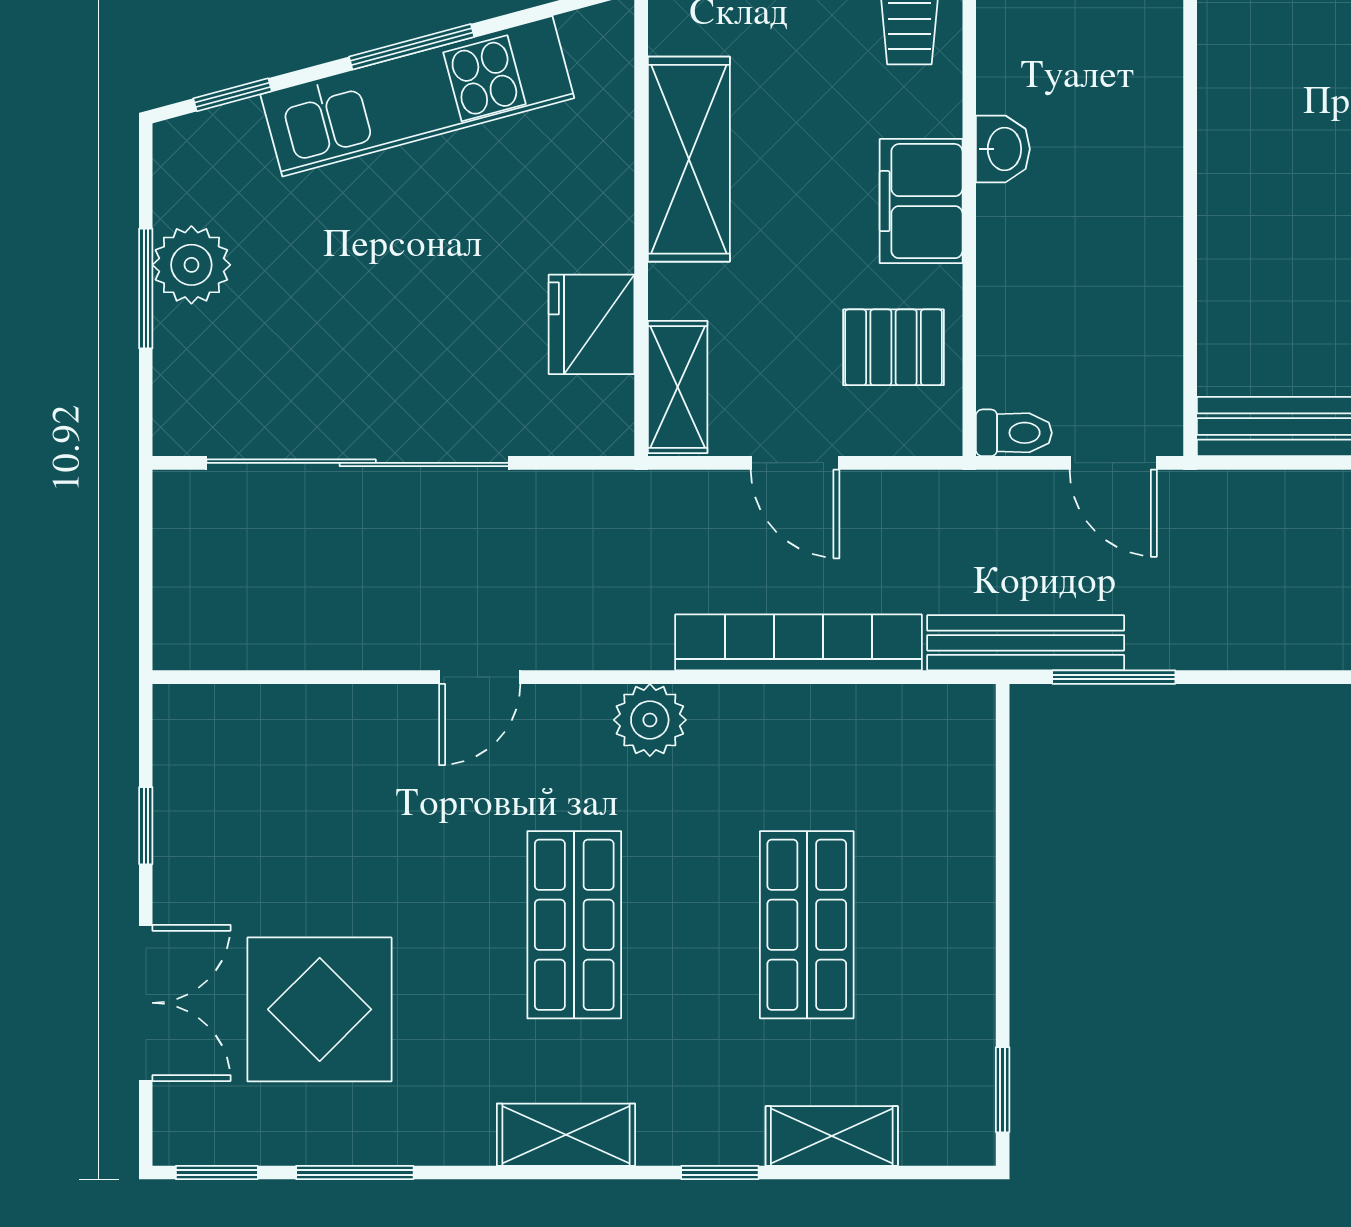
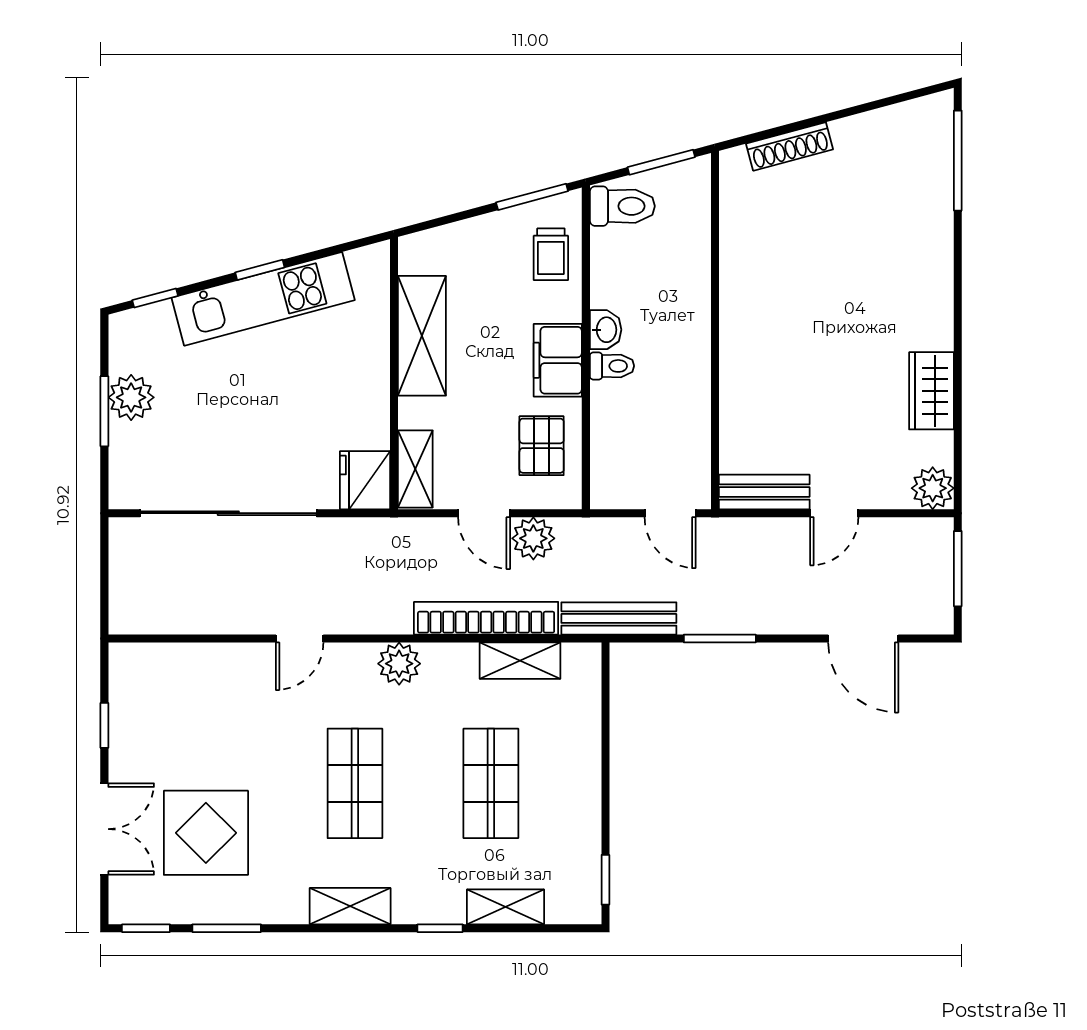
window: (412, 47) -> (260, 270), width x0.67
fridge: (592, 324) -> (365, 480), moved
pallet: (894, 347) -> (542, 446), turned 90
toilet: (1014, 433) -> (612, 366), moved
plant: (879, 506) -> (533, 538), added
window: (1114, 677) -> (720, 639), moved
shelving: (857, 715) -> (520, 661), added

